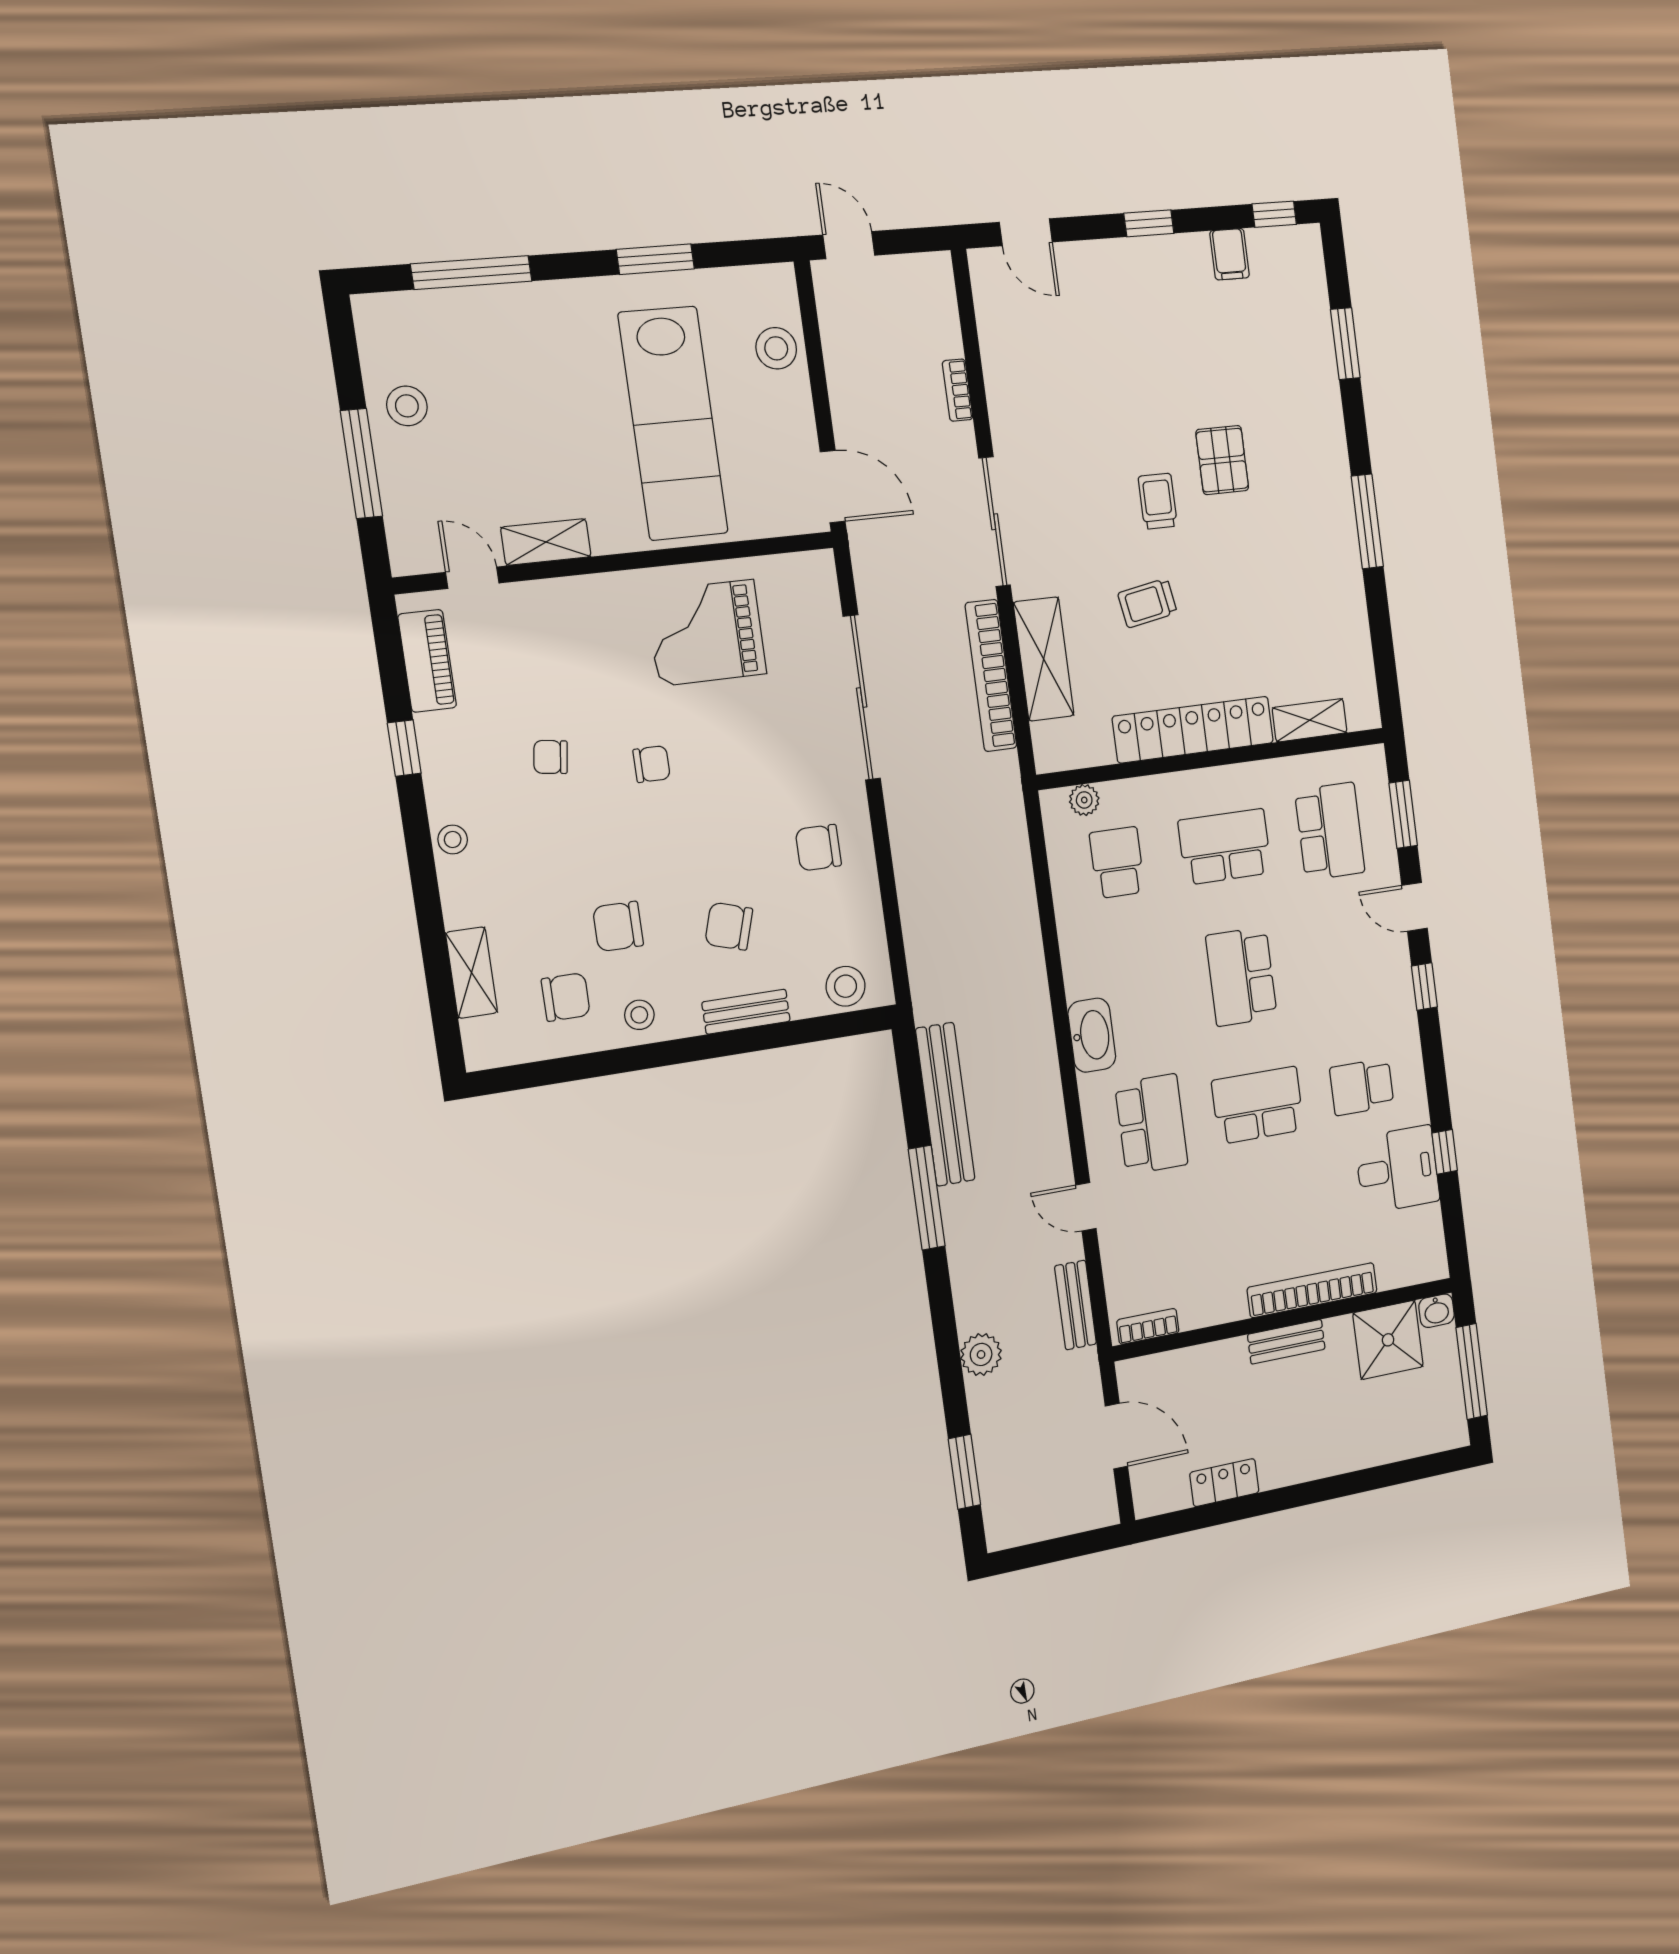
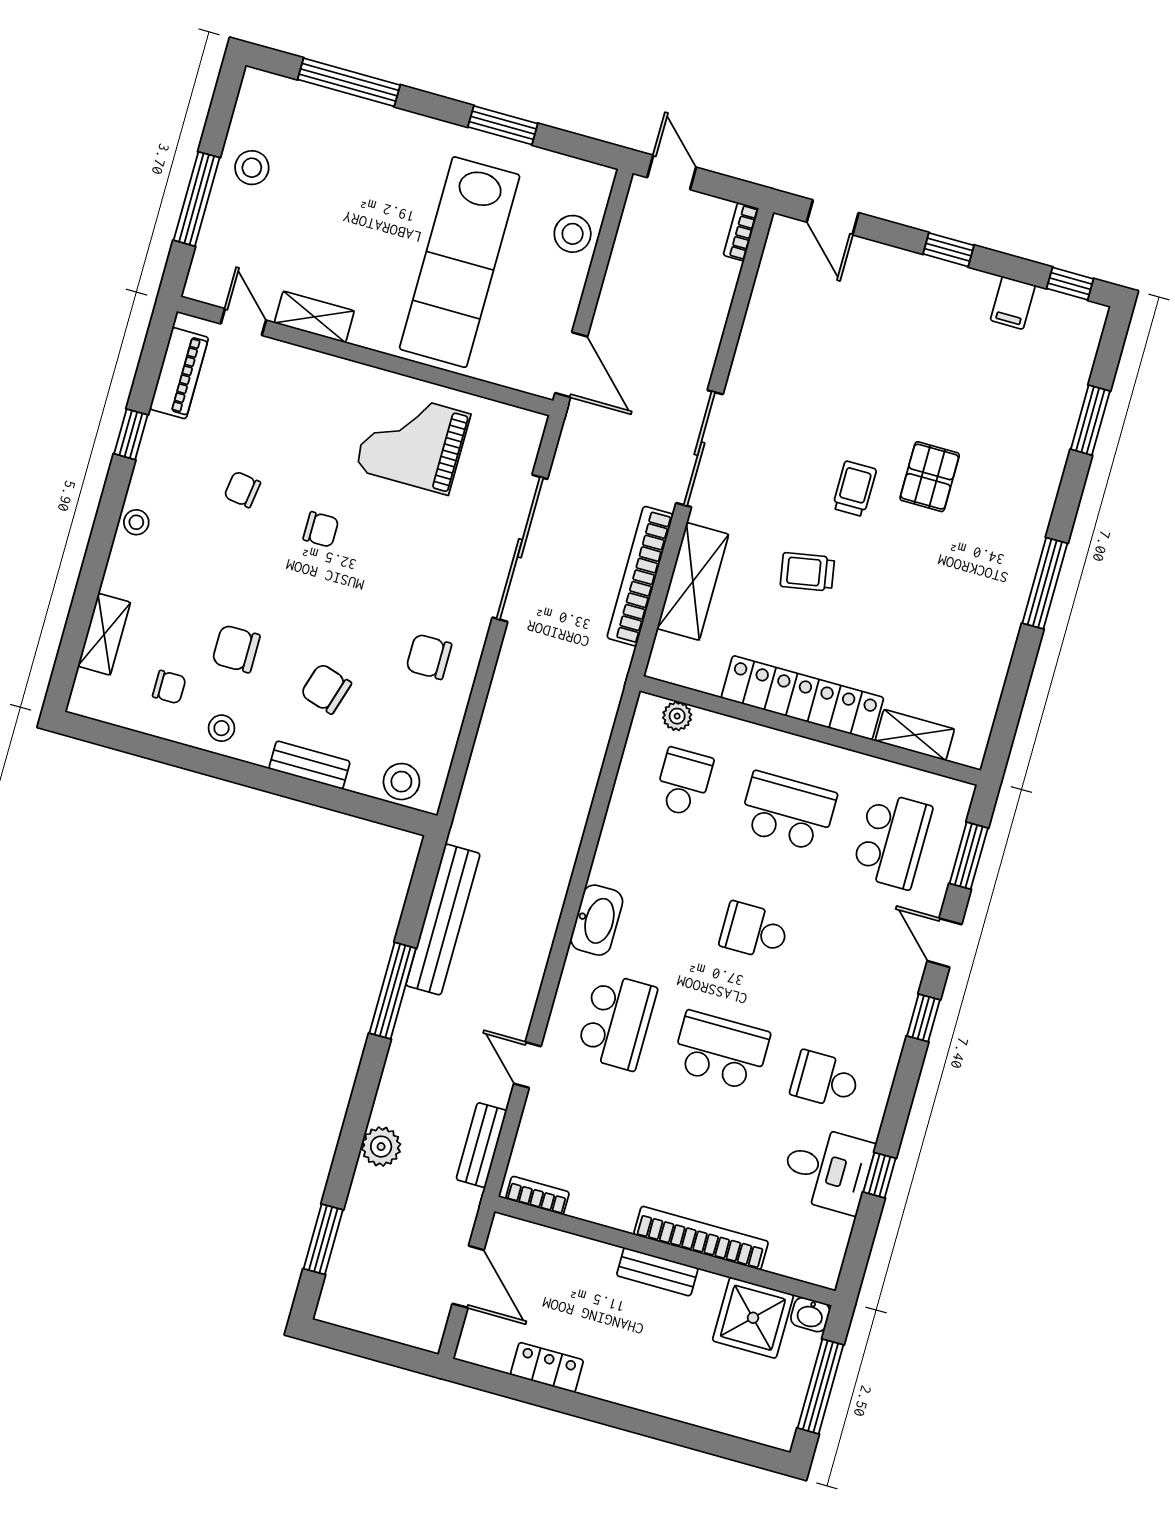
bookcase: (958, 390) -> (741, 232), moved
school desk: (1241, 976) -> (754, 931), width x0.54
chair: (566, 997) -> (169, 687), width x0.73, depth x0.73

